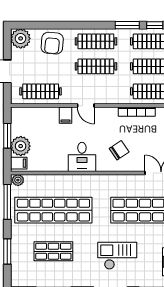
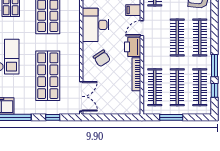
printer: (106, 116) -> (133, 47), added
desk: (82, 157) -> (96, 25), width x1.37

